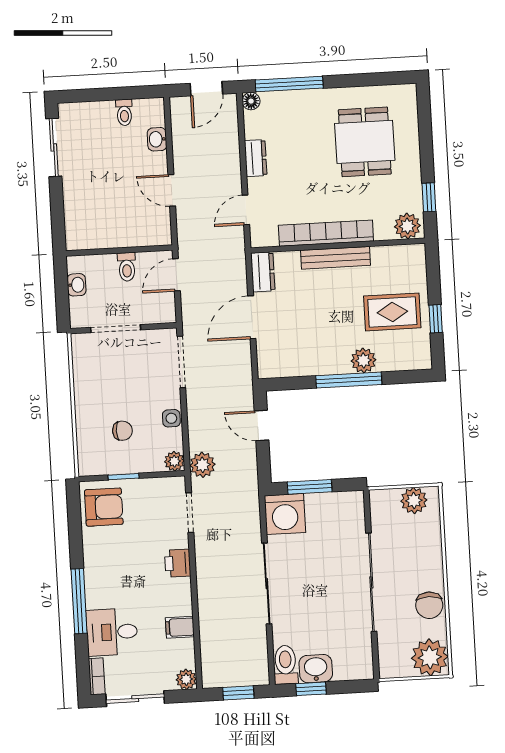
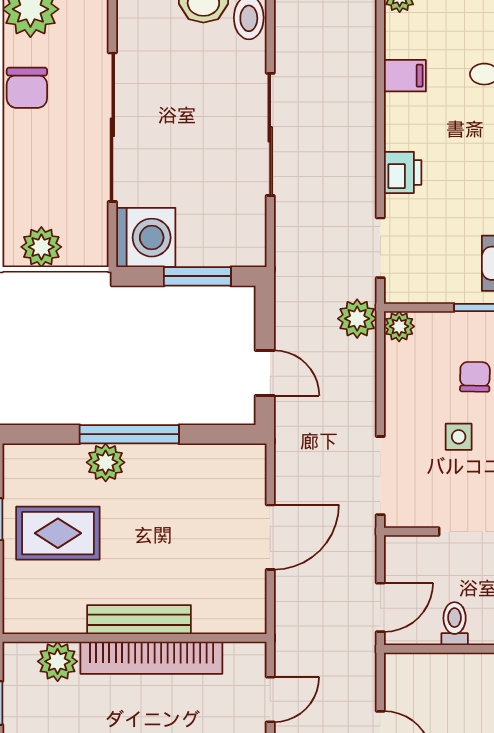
plant: (407, 226) -> (58, 661), moved
dresser: (263, 272) -> (250, 604), removed
side table: (171, 418) -> (459, 437), moved
chair: (122, 431) -> (475, 377), turned 91
washing machine: (285, 514) -> (146, 238), moved, turned 90
chair: (429, 605) -> (27, 88), turned 180

